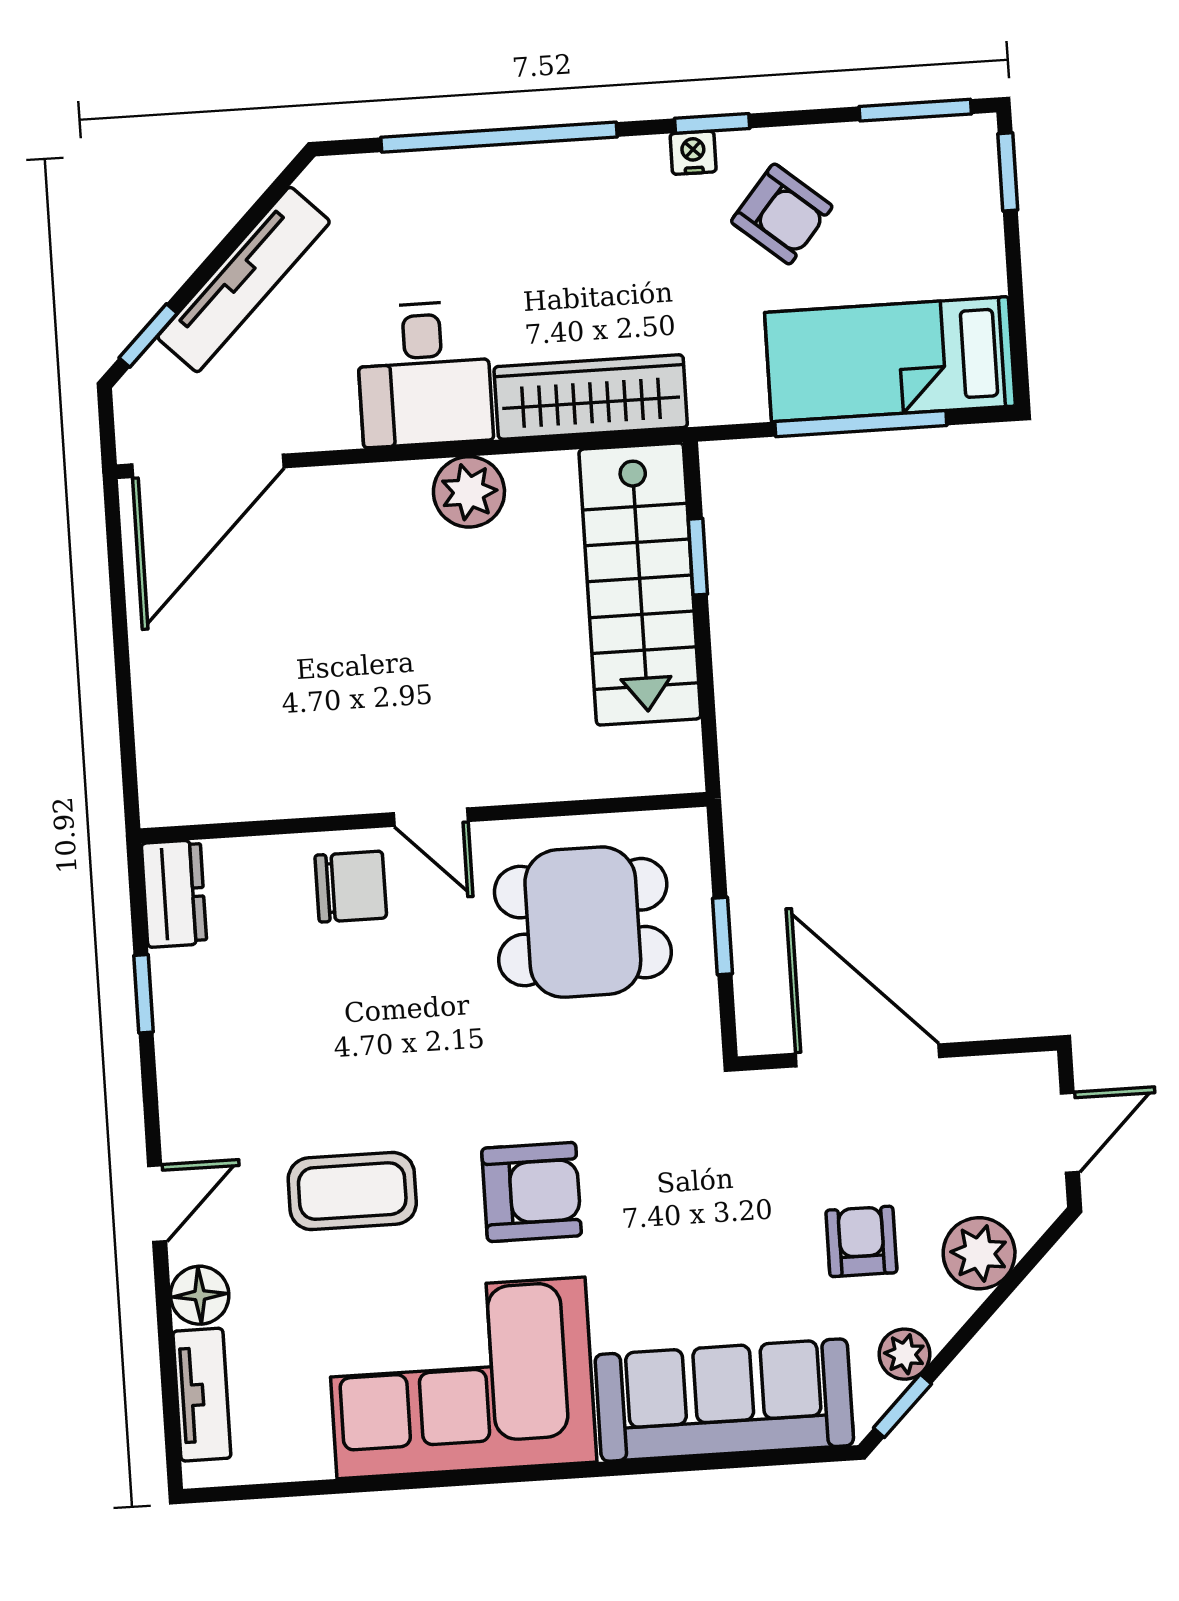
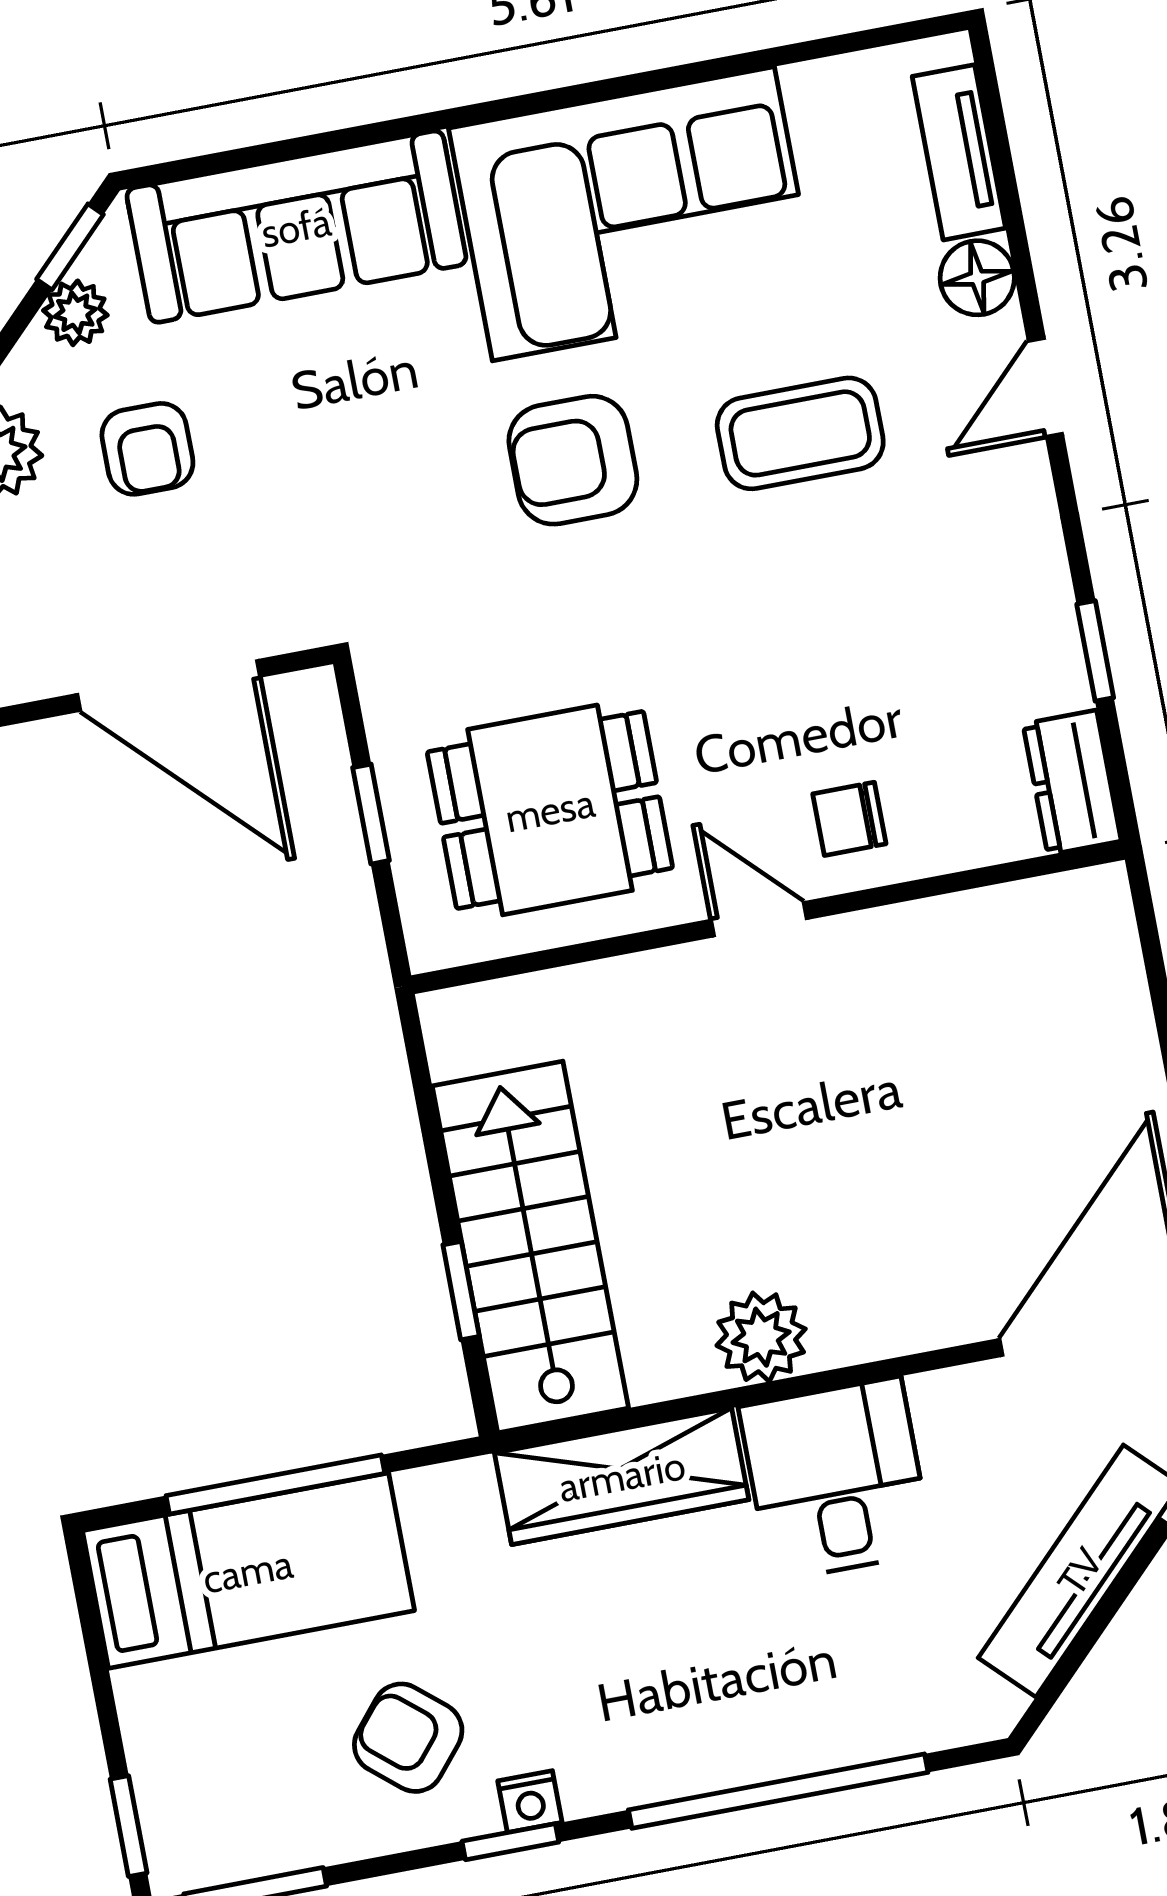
chair: (351, 887) -> (849, 819), width x0.73, depth x0.73

